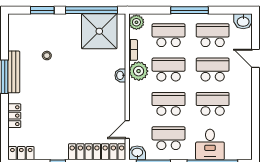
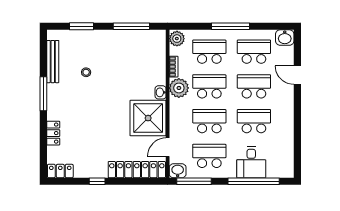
window: (92, 10) -> (131, 26), width x0.68
shower: (99, 31) -> (148, 118), moved
bench: (14, 72) -> (53, 62), moved

